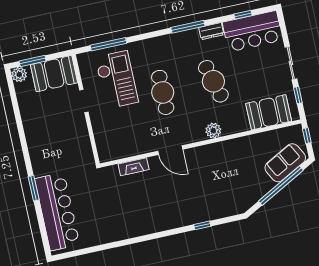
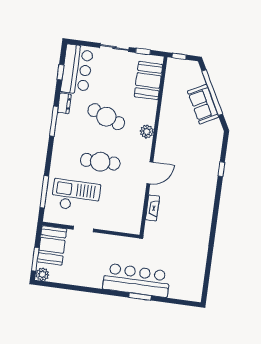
cafe table: (213, 81) -> (106, 117), turned 36
sofa: (285, 163) -> (203, 104), moved
bar counter: (57, 212) -> (136, 280), moved

